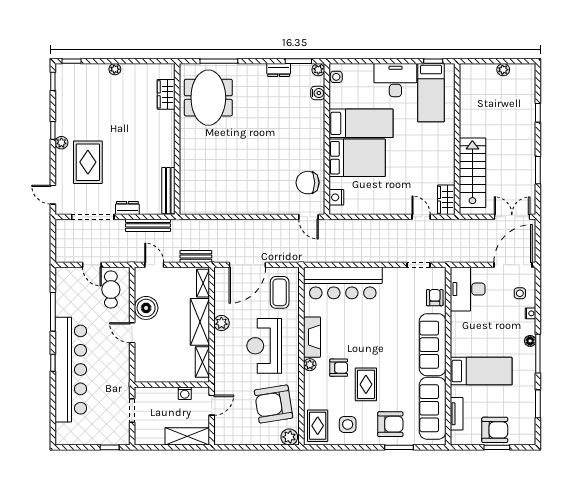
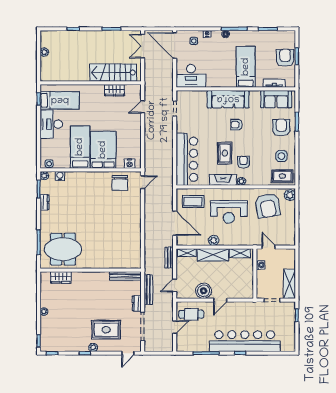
wardrobe: (446, 200) -> (115, 90), moved
armchair: (435, 298) -> (237, 125), moved
rug: (366, 384) -> (225, 153), moved, turned 90
sofa: (433, 408) -> (276, 99), width x0.73
shelving: (187, 436) -> (289, 284), moved

